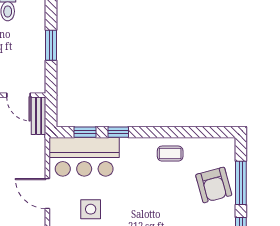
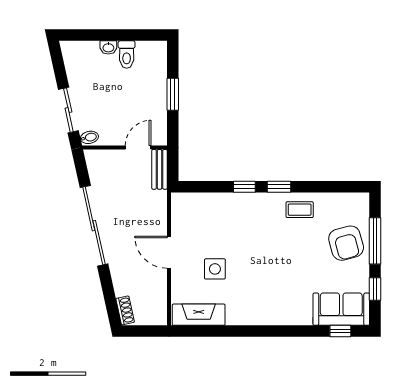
door: (18, 95) -> (138, 148), swing flipped
window: (85, 132) -> (279, 187), moved
bar counter: (84, 157) -> (208, 213), removed

